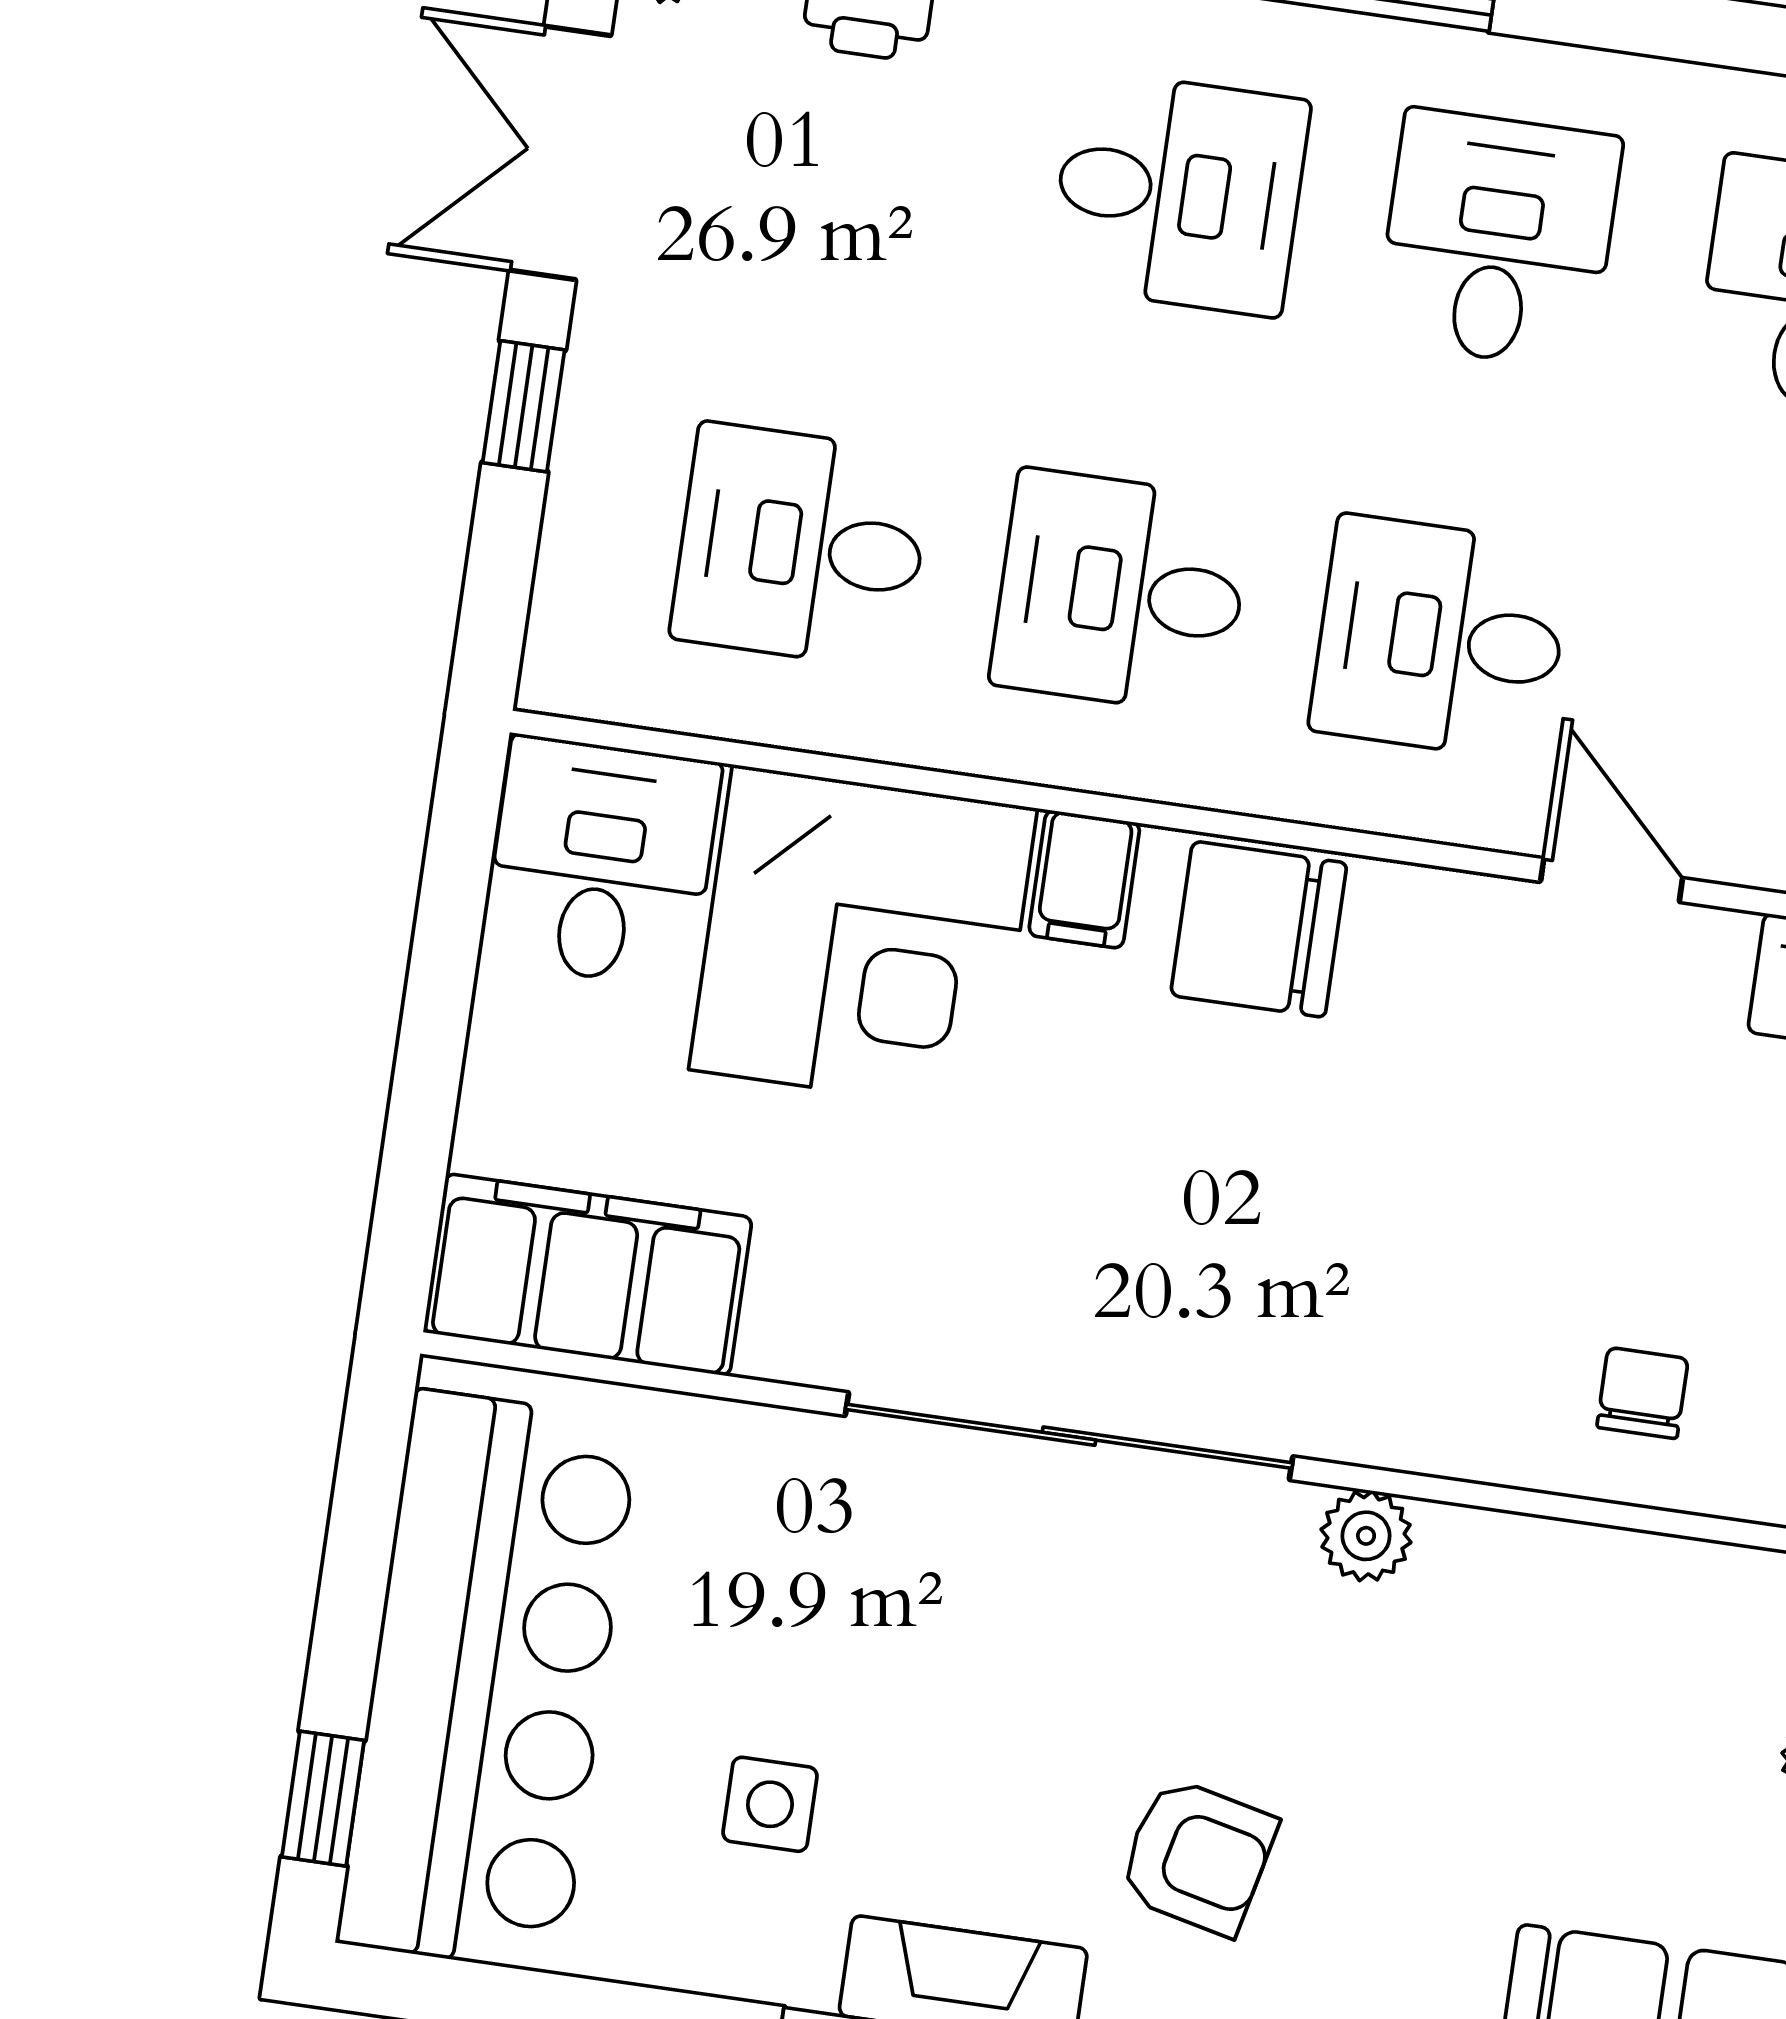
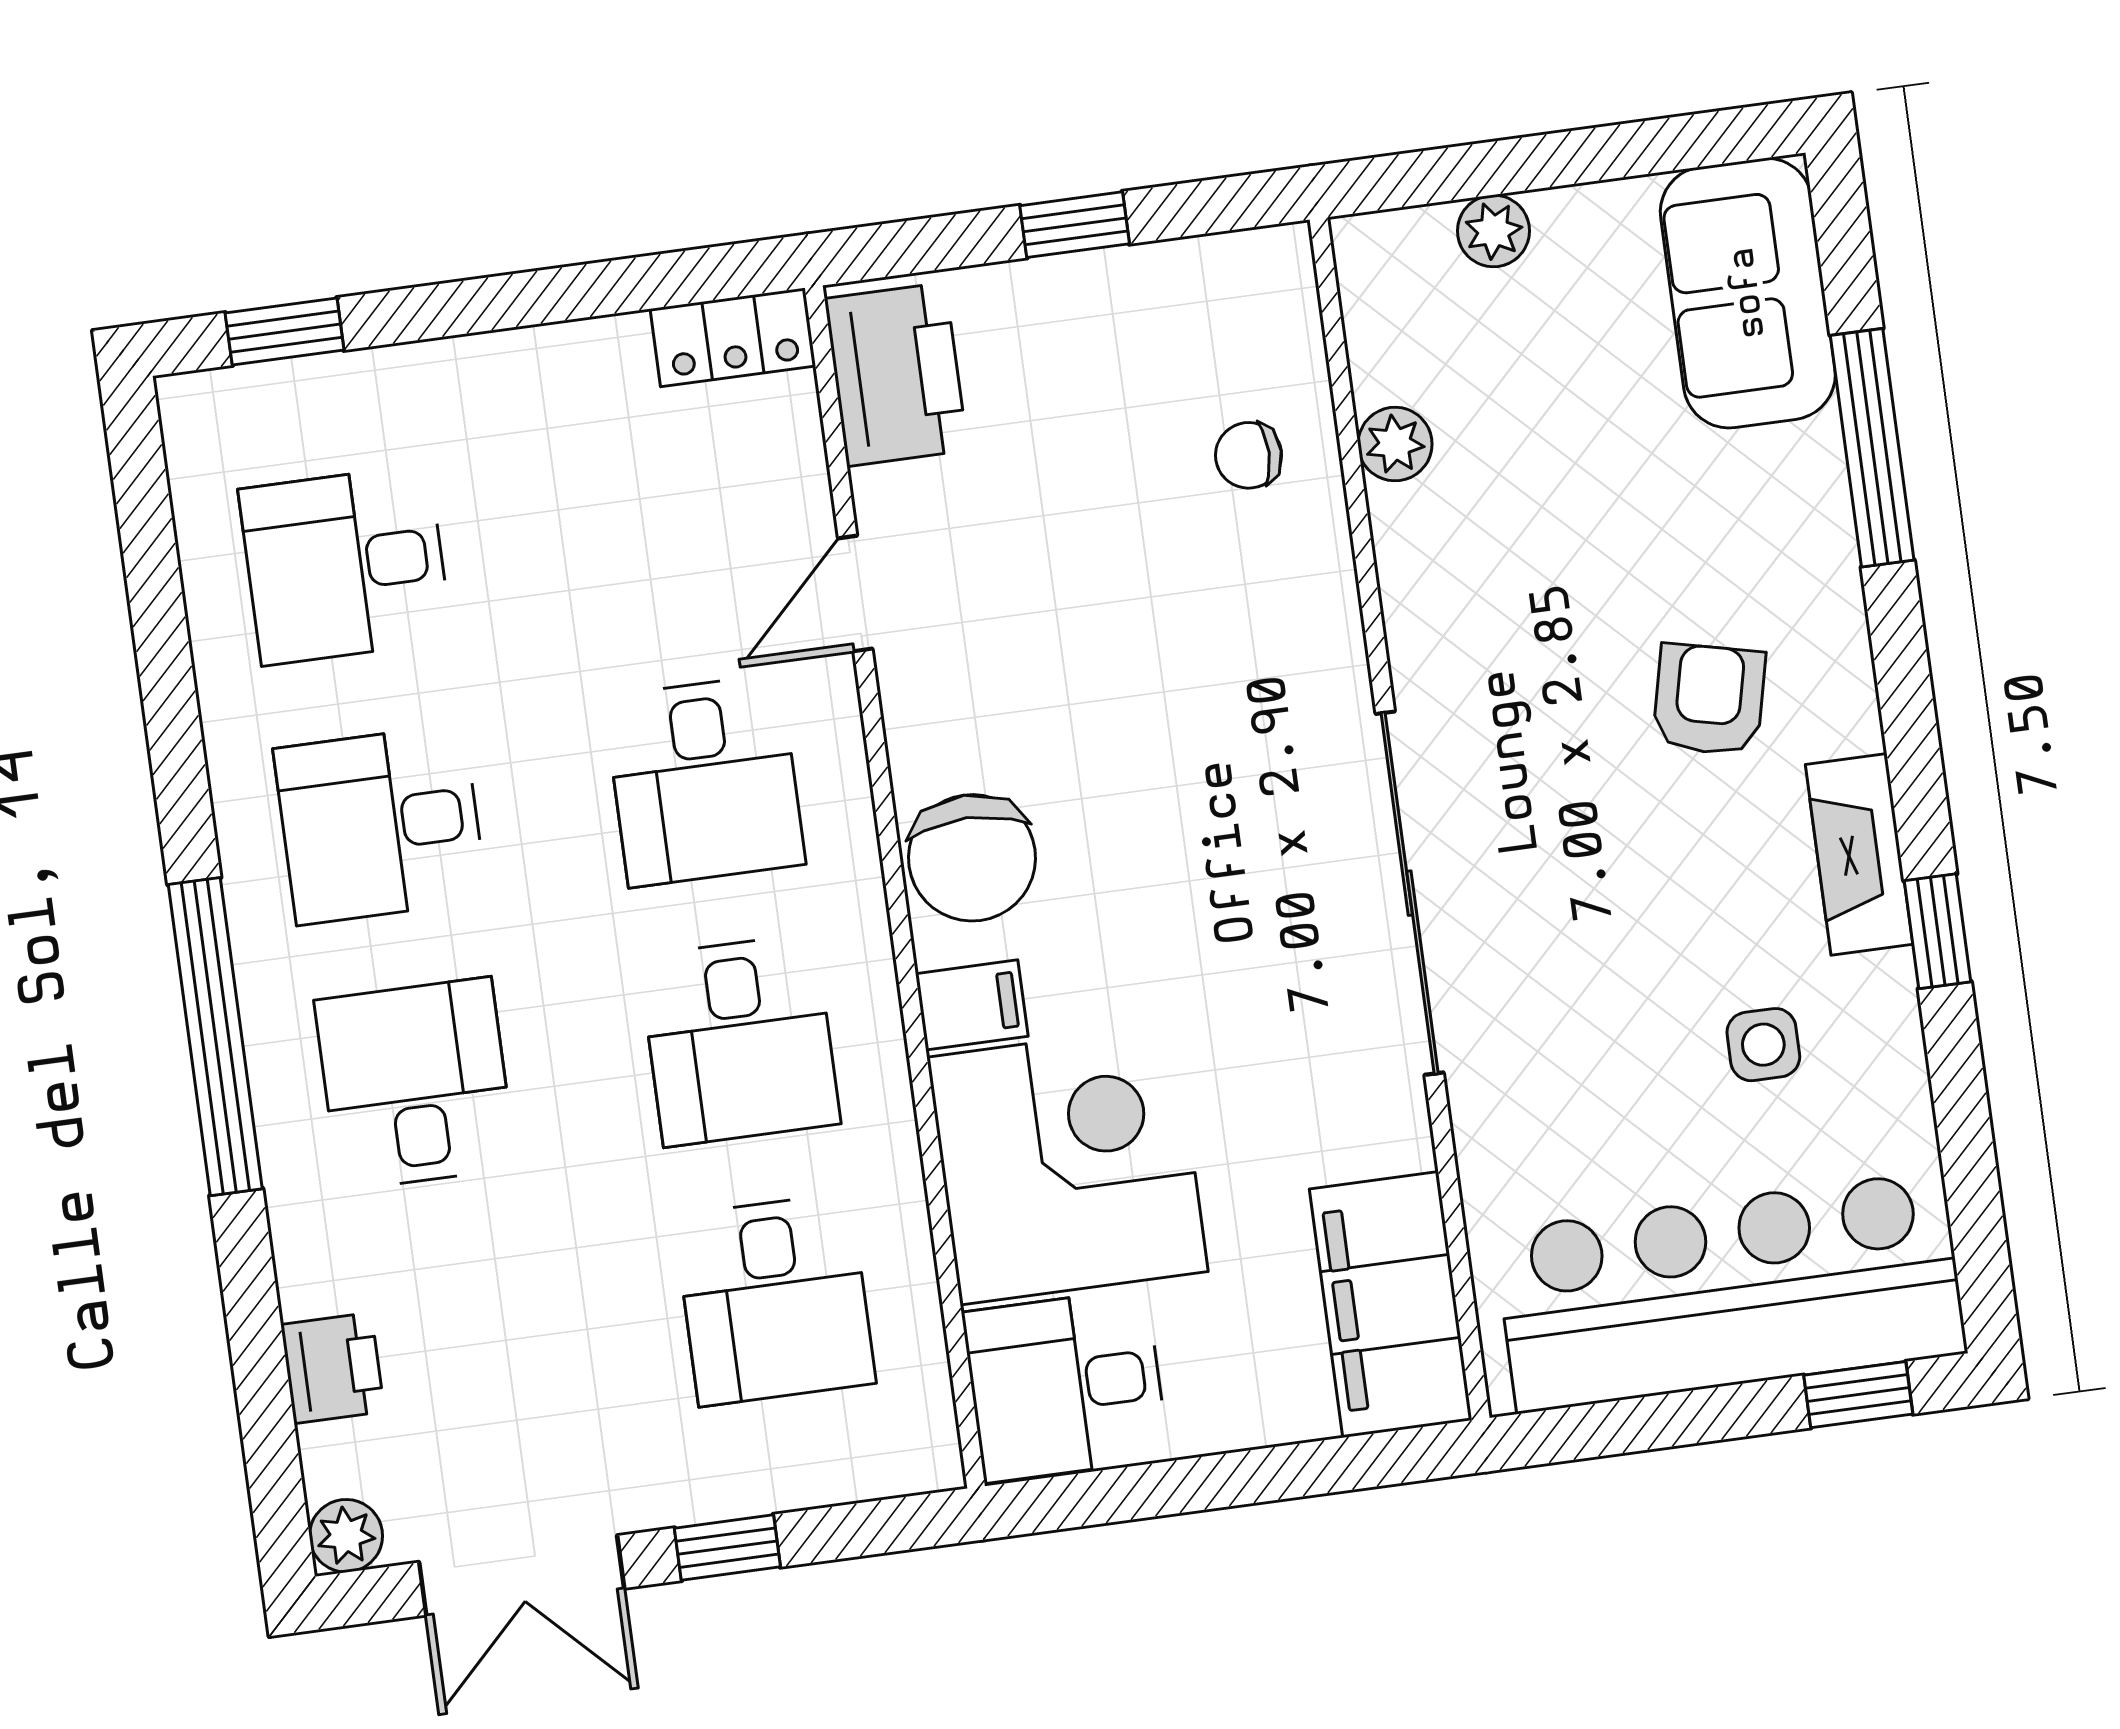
plant: (1366, 1536) -> (1395, 444), moved

